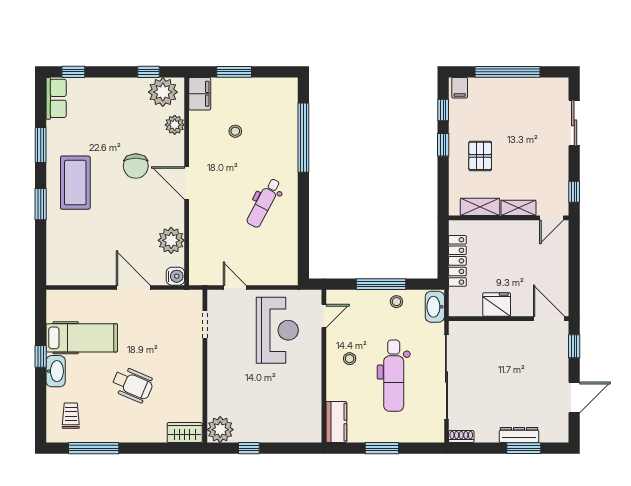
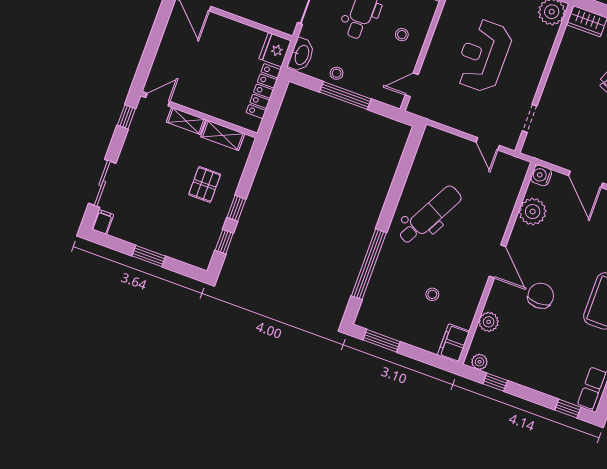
window: (234, 72) -> (382, 341), moved
window: (507, 72) -> (149, 256), width x0.47
filing cabinet: (460, 88) -> (103, 222), moved
plant: (163, 92) -> (479, 362), width x0.53, depth x0.53
dental chair: (264, 203) -> (430, 215), width x1.36, depth x1.38
fridge: (497, 305) -> (275, 50), moved, turned 90
reception desk: (277, 330) -> (483, 56), moved

